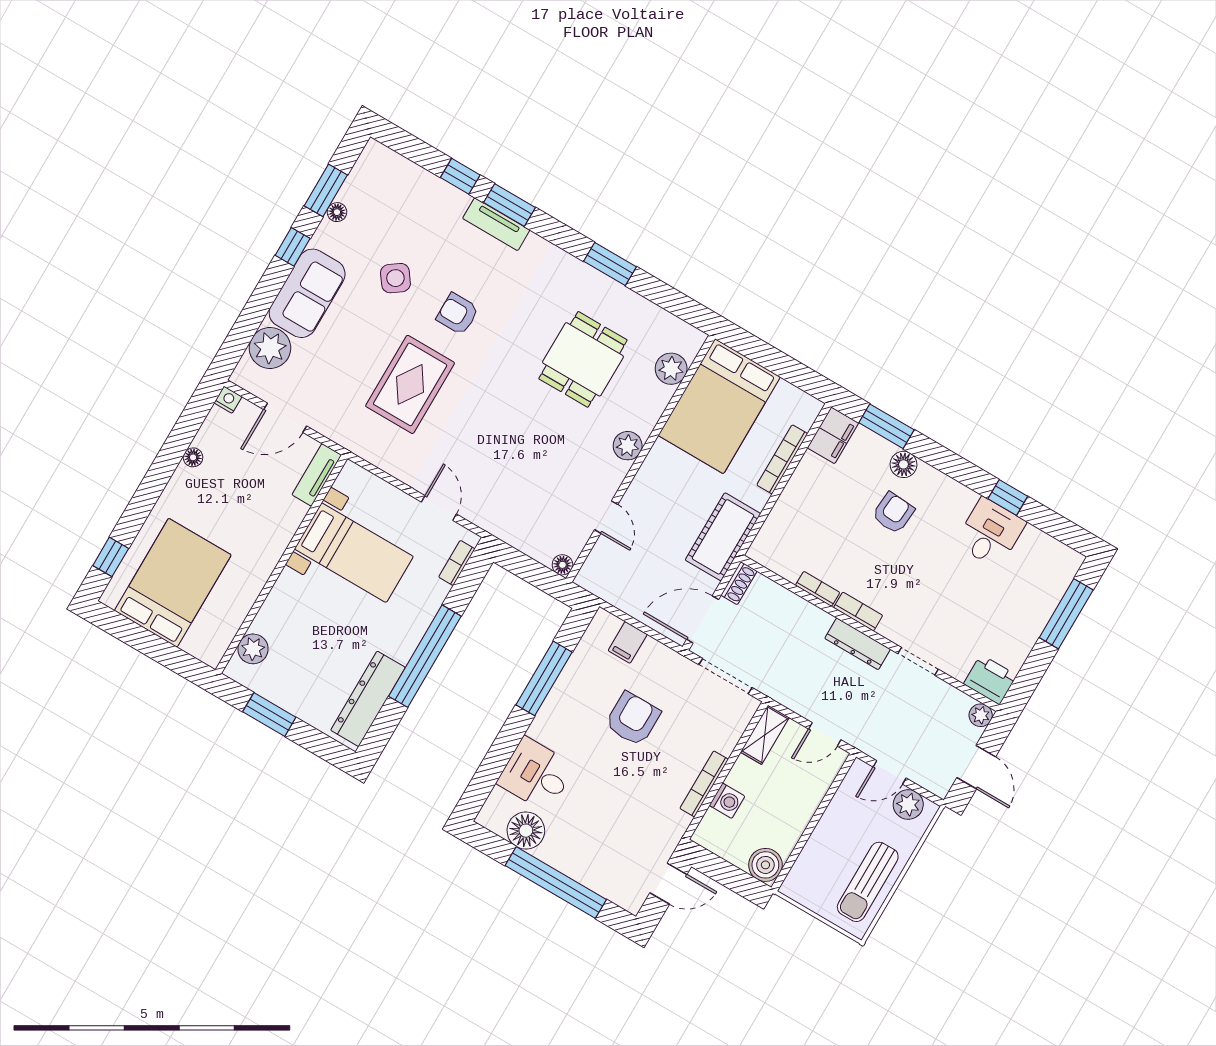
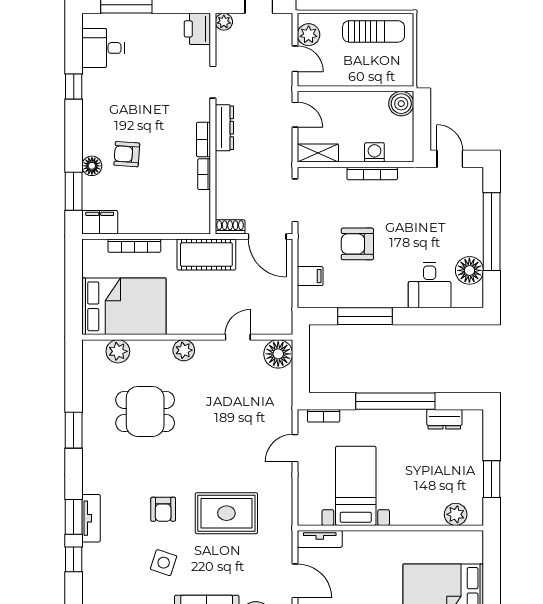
side table: (395, 278) -> (164, 563), turned -36
desk: (990, 533) -> (103, 48), moved
floor lamp: (562, 565) -> (278, 354), width x1.89, depth x1.89
dresser: (368, 699) -> (444, 419), width x0.51, depth x0.80

